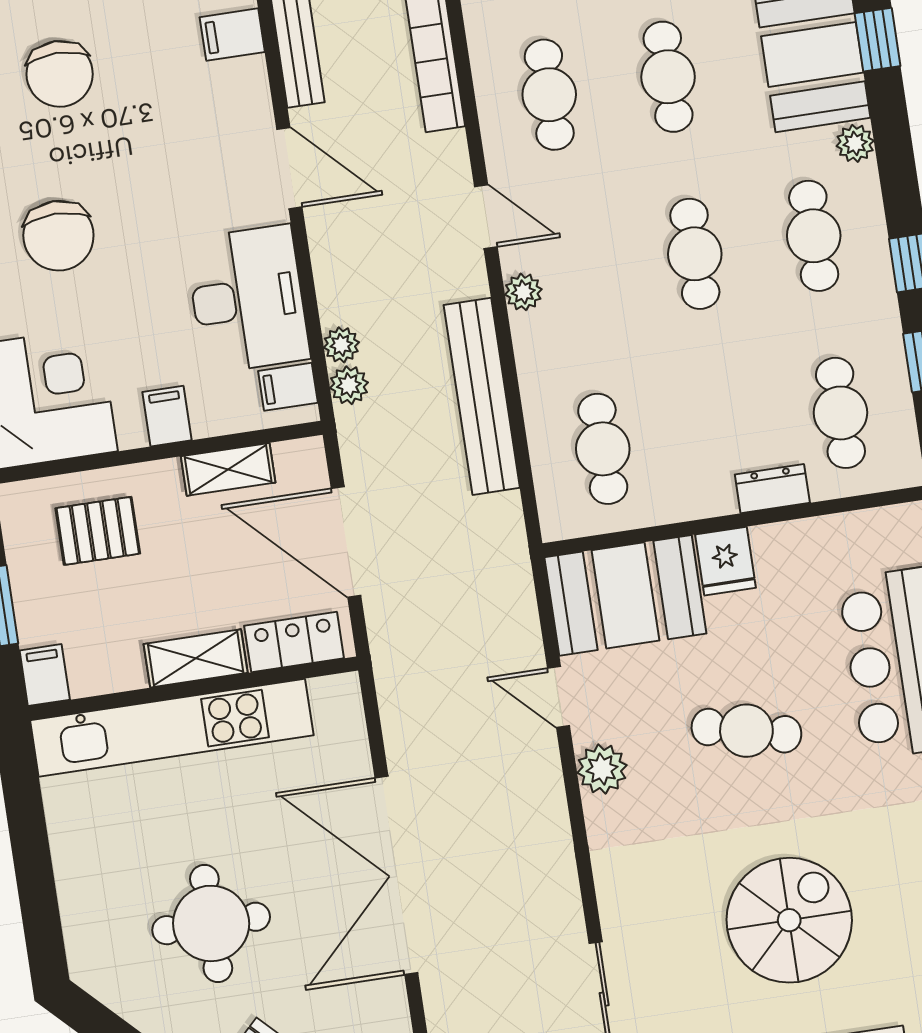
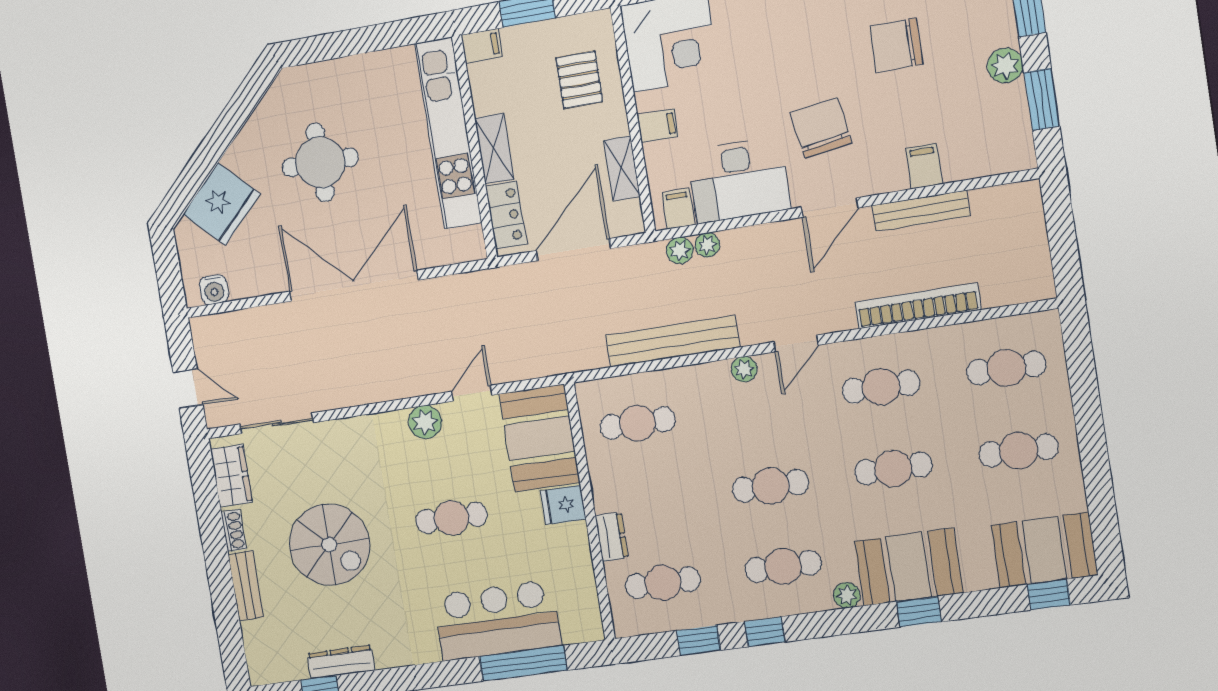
chair: (58, 236) -> (821, 128), moved, turned 81
cafe table: (746, 731) -> (452, 518), turned 76

